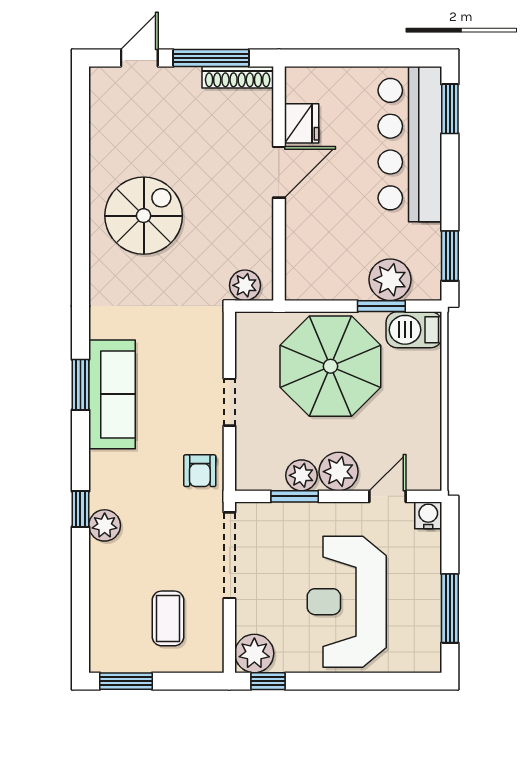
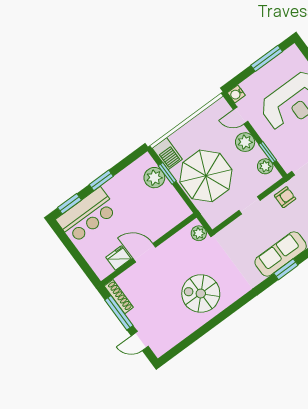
bar counter: (410, 144) -> (87, 215), width x0.73
window: (450, 256) -> (101, 180), moved
plant: (302, 475) -> (265, 166), moved

